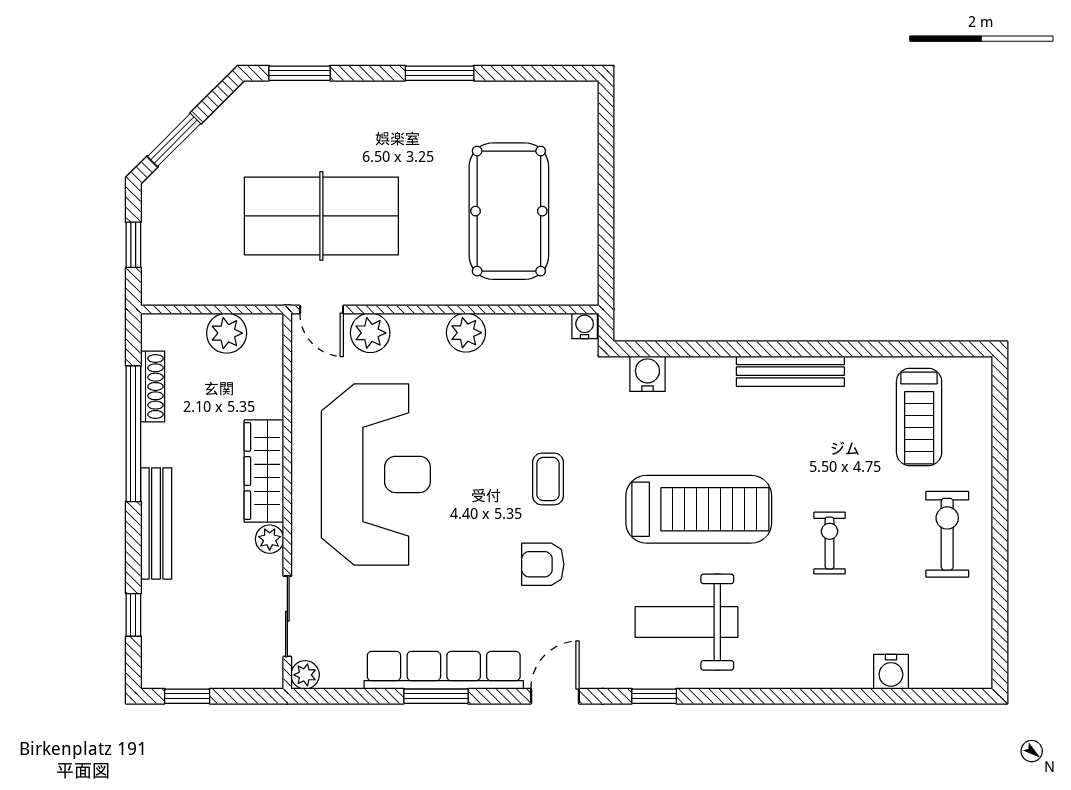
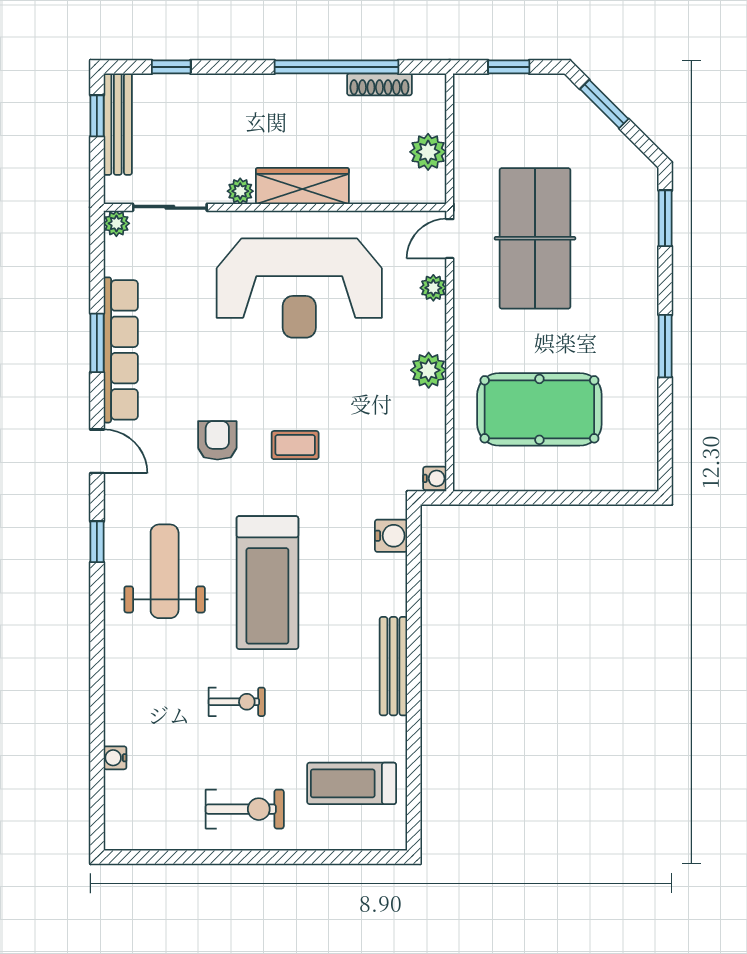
plant: (370, 333) -> (433, 288), width x0.73, depth x0.73
bench: (156, 523) -> (118, 124), moved, turned 90
water cooler: (891, 672) -> (115, 758), width x0.72, depth x0.72

